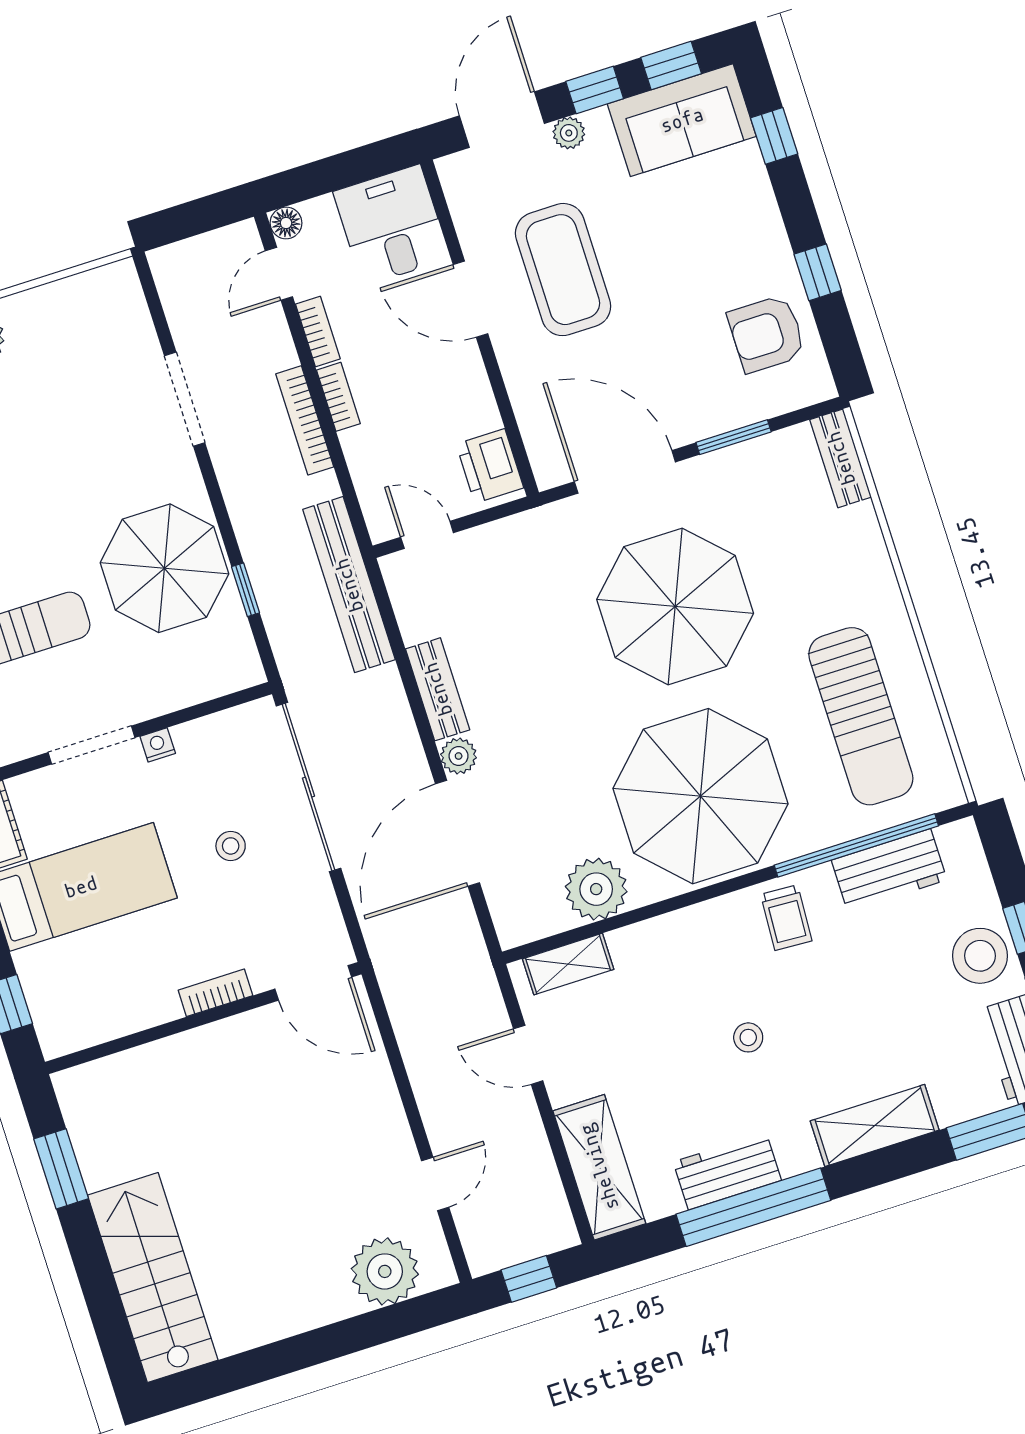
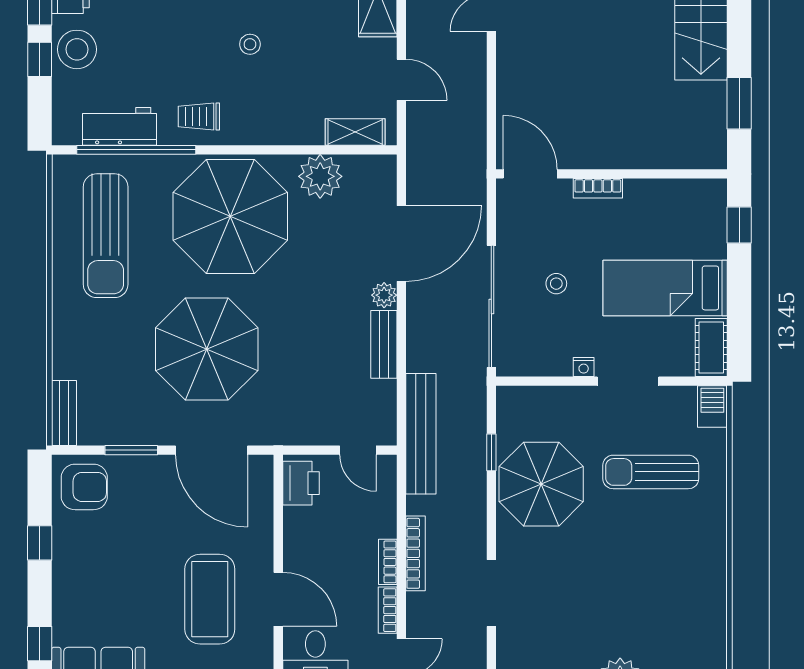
armchair: (767, 334) -> (84, 487), moved
sun lounger: (861, 716) -> (106, 236), turned 180
trolley: (786, 918) -> (199, 117), turned -93

